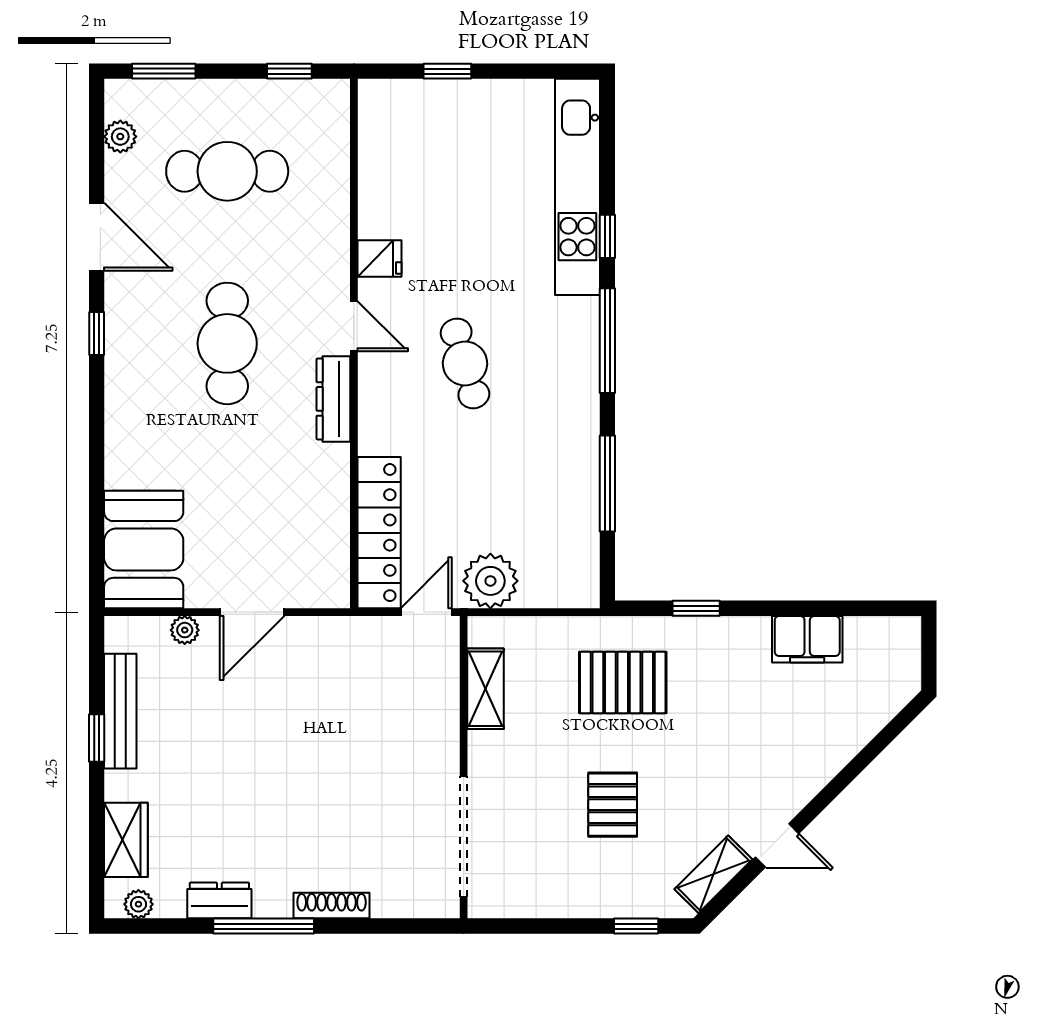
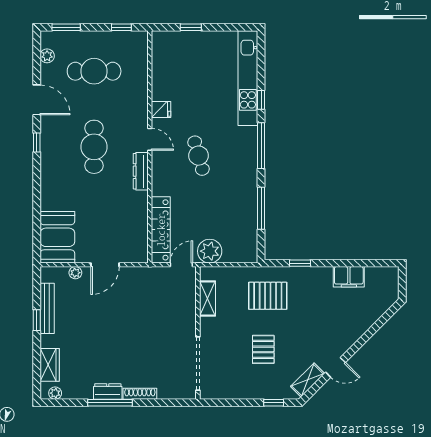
dresser: (219, 900) -> (108, 391), moved

